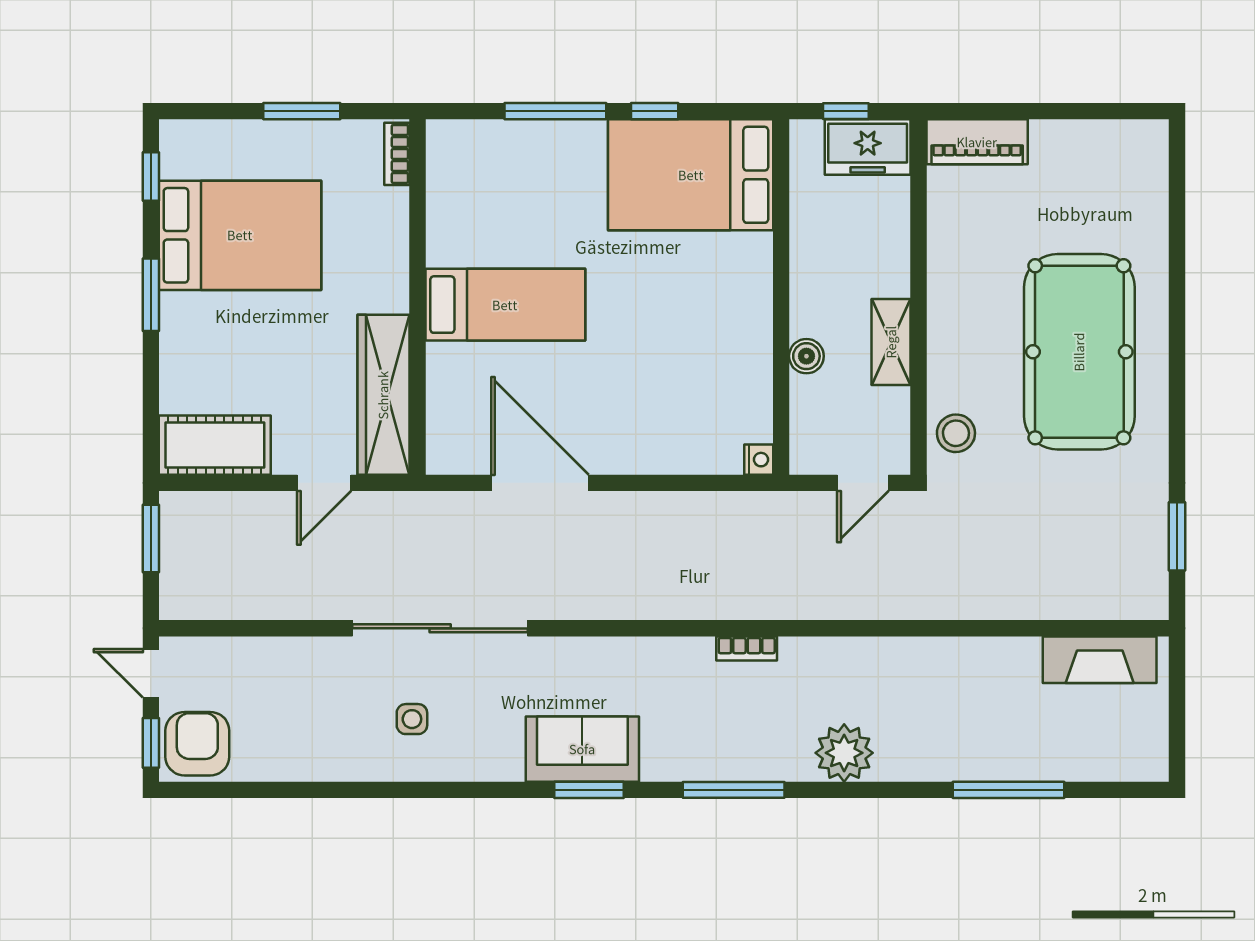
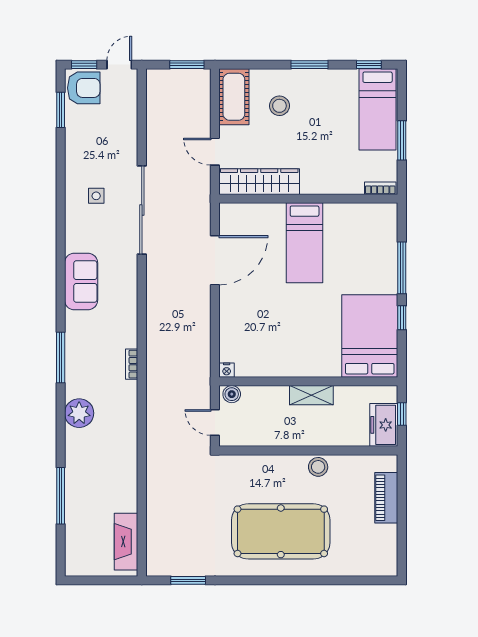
piano: (977, 142) -> (386, 498), moved
bed: (240, 235) -> (378, 109), moved, width x0.67
shelving: (891, 342) -> (311, 395), moved
stool: (233, 354) -> (279, 106), added
boiler: (806, 356) -> (232, 394), moved
stool: (956, 433) -> (318, 467), moved
window: (589, 790) -> (61, 110), moved

